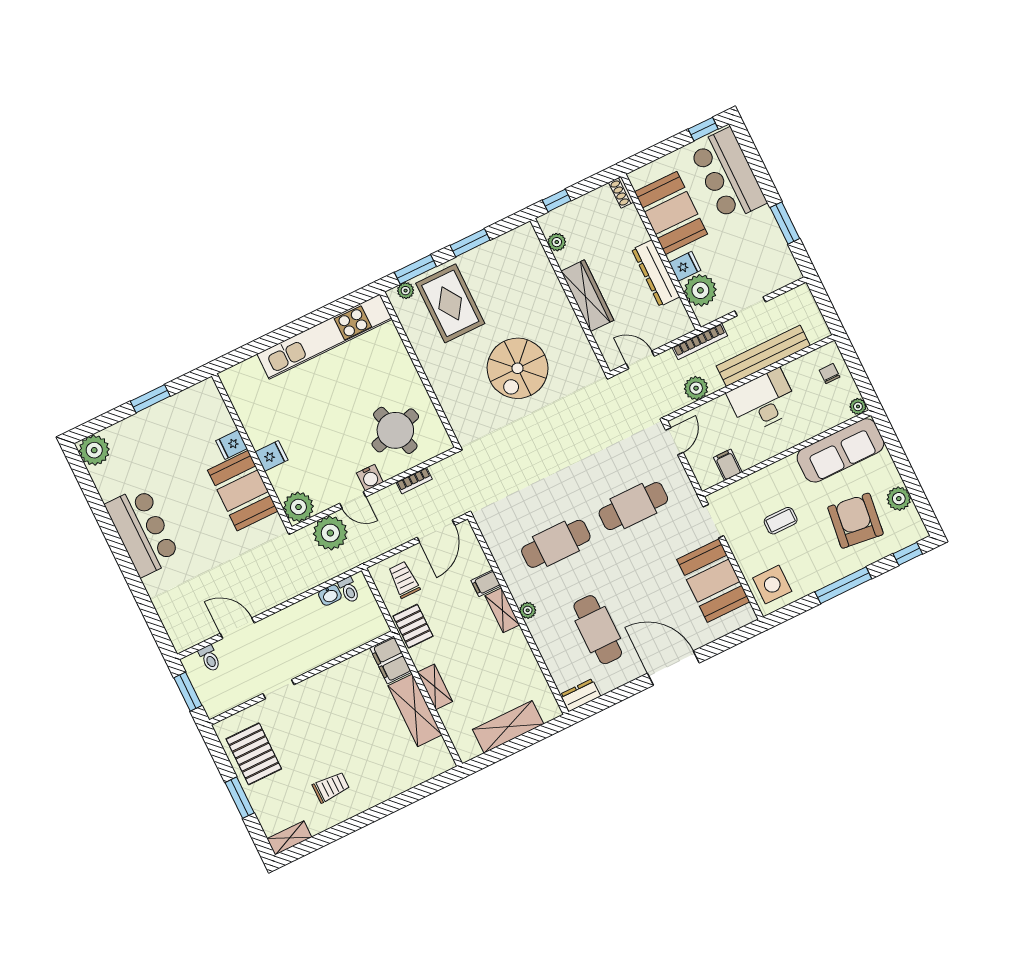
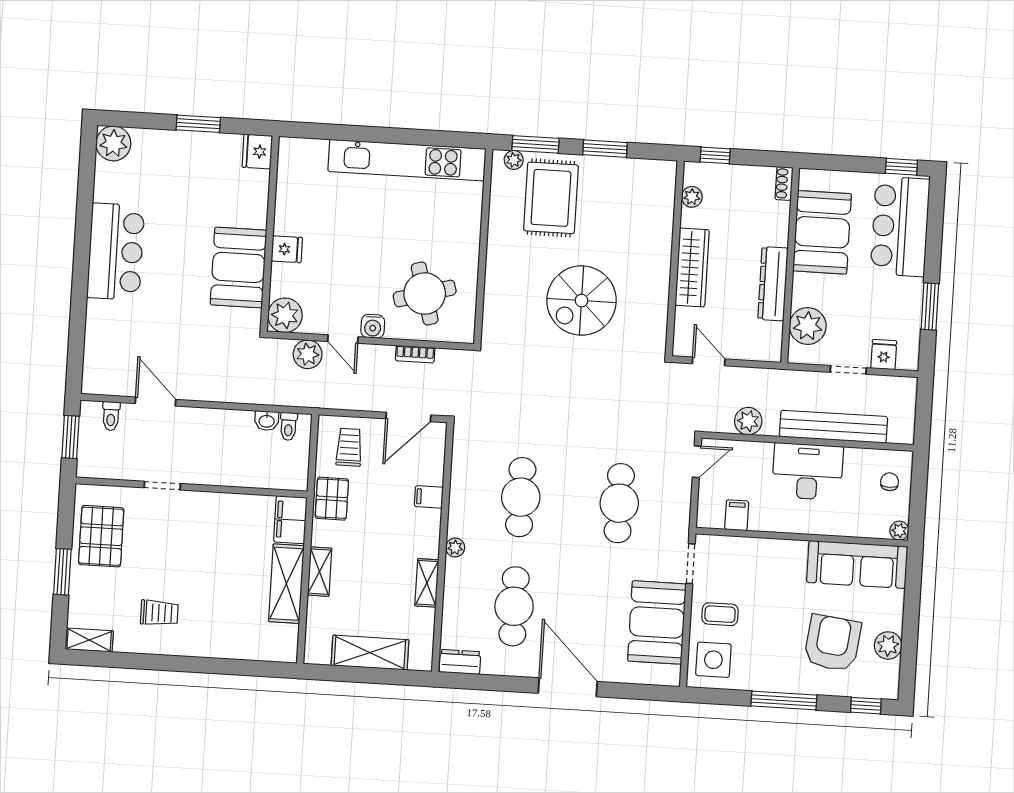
fridge: (685, 266) -> (884, 355), moved, turned -90
bookcase: (700, 342) -> (778, 377), removed
fridge: (232, 445) -> (257, 151), moved, width x1.38
cafe table: (633, 506) -> (619, 503), turned 90
coffee table: (781, 521) -> (720, 614), moved
plant: (330, 533) -> (308, 354), width x0.73, depth x0.73
cafe table: (556, 544) -> (521, 497), turned 90
shelving: (502, 610) -> (427, 583), moved

